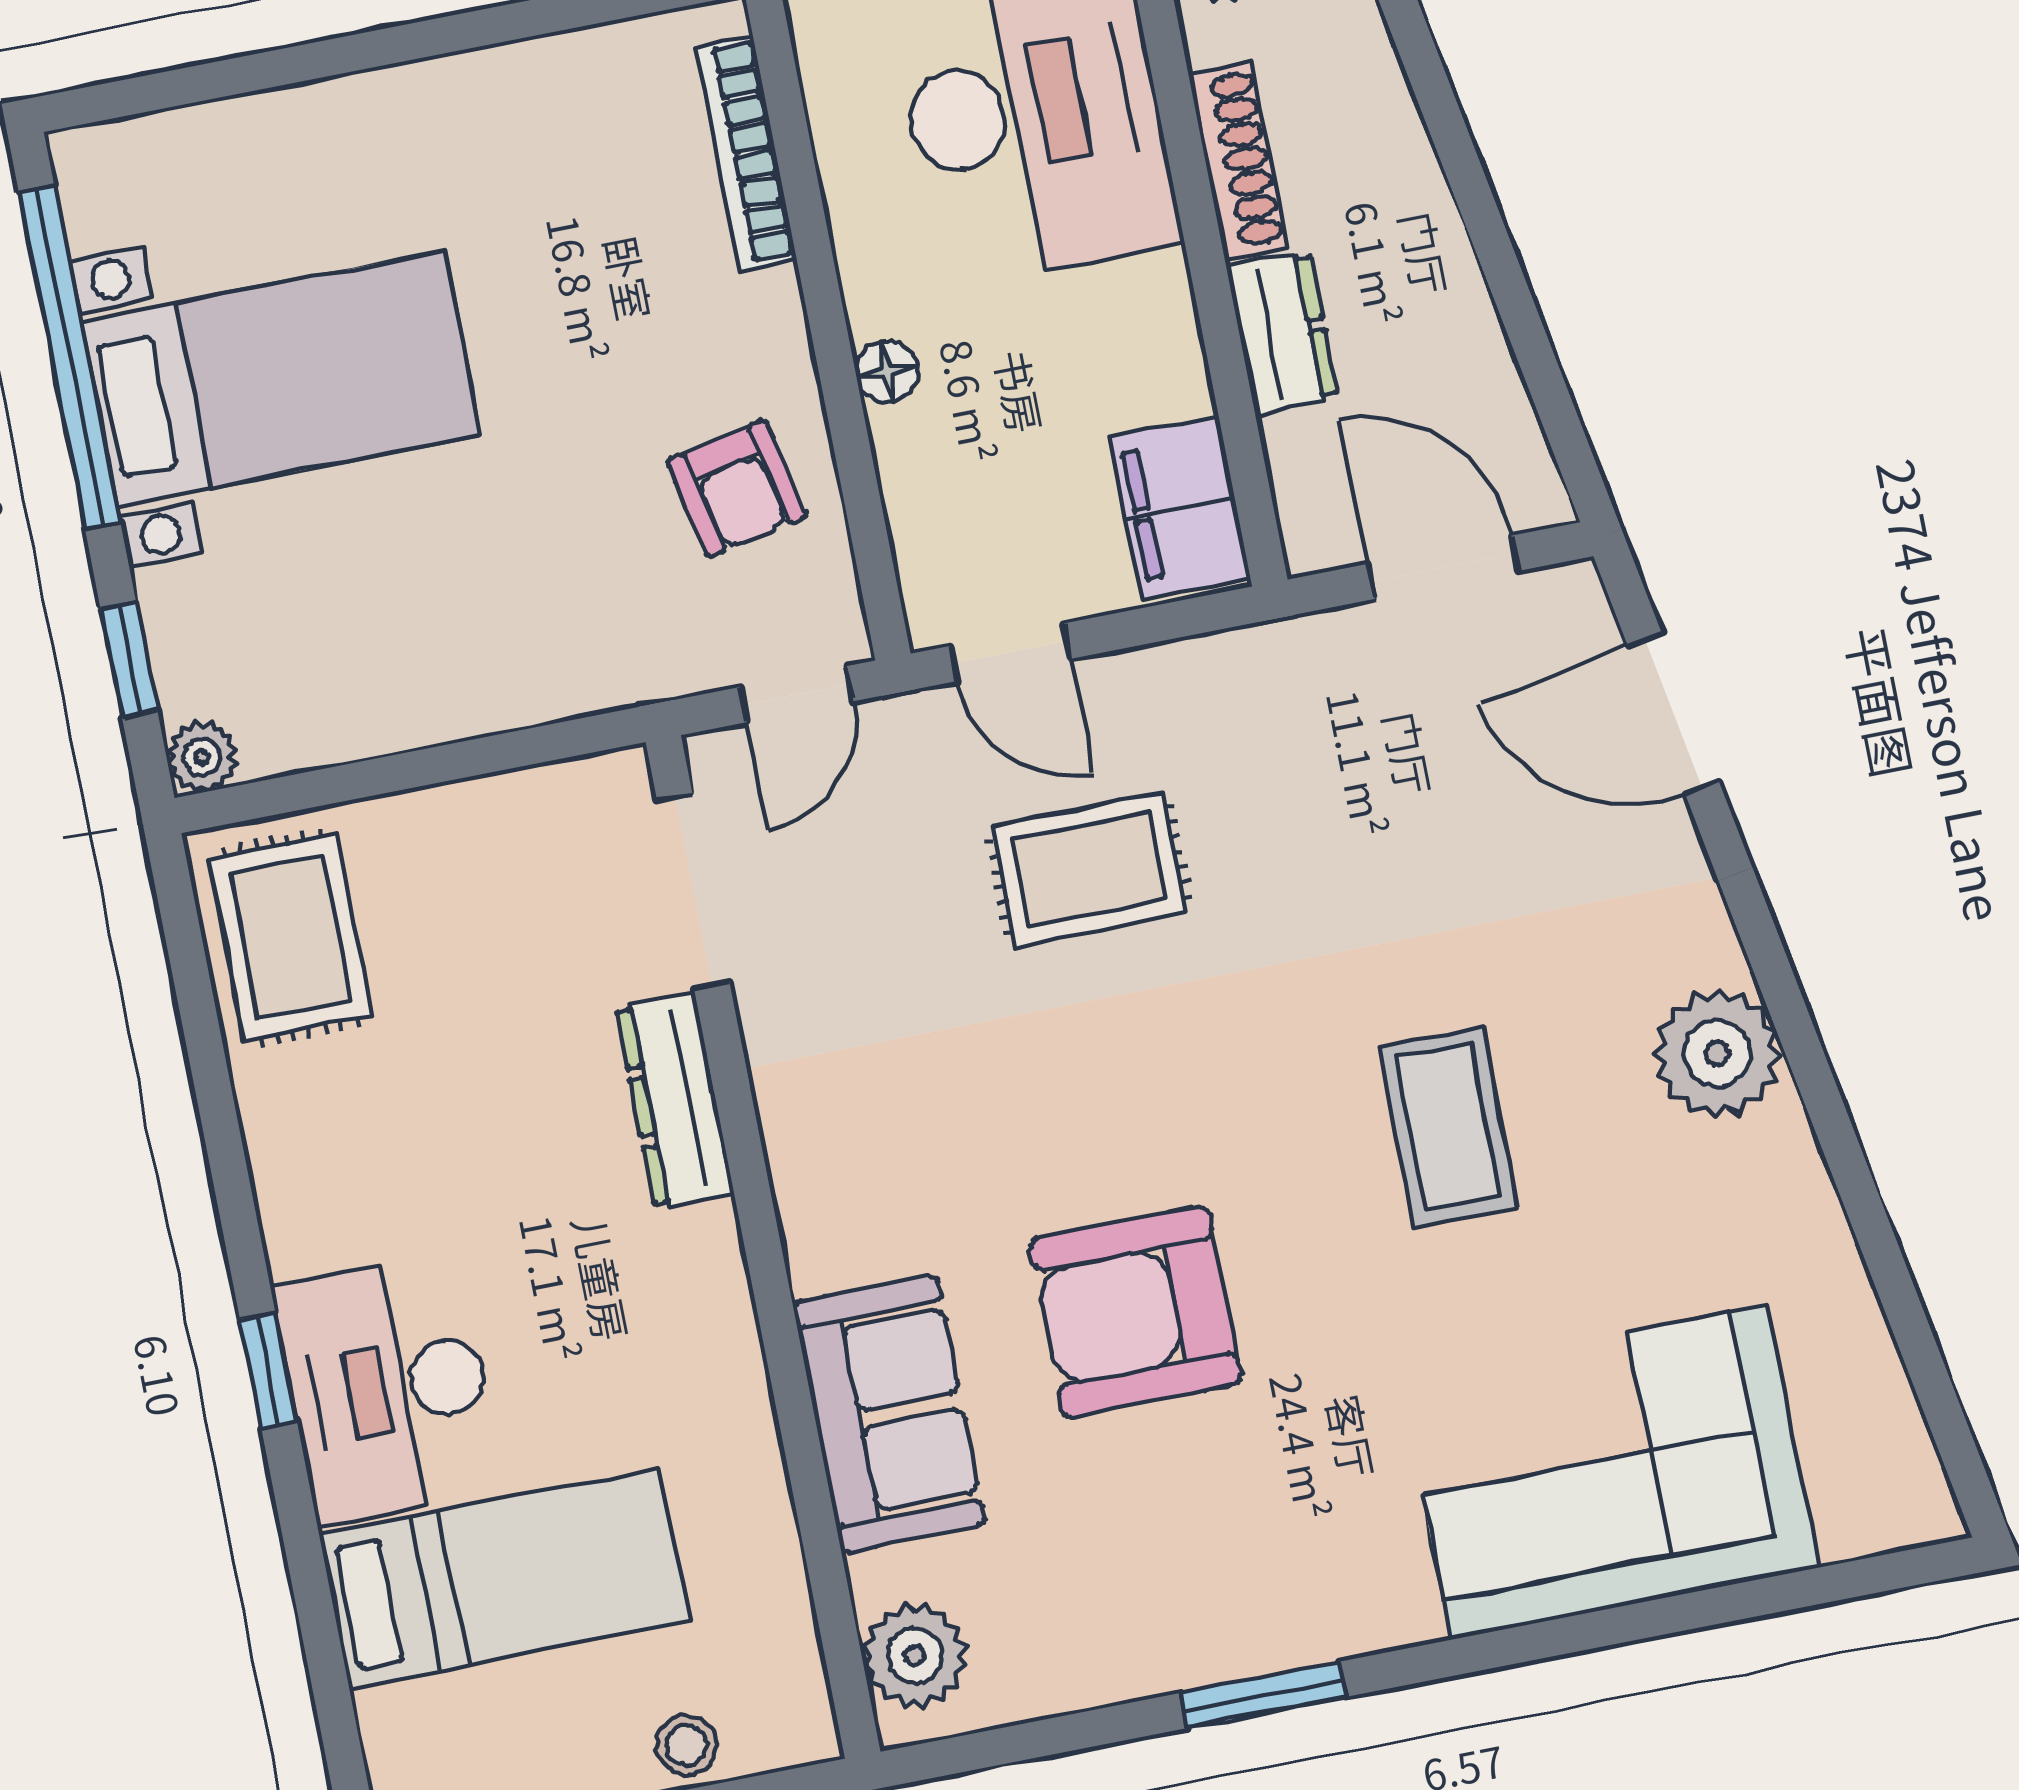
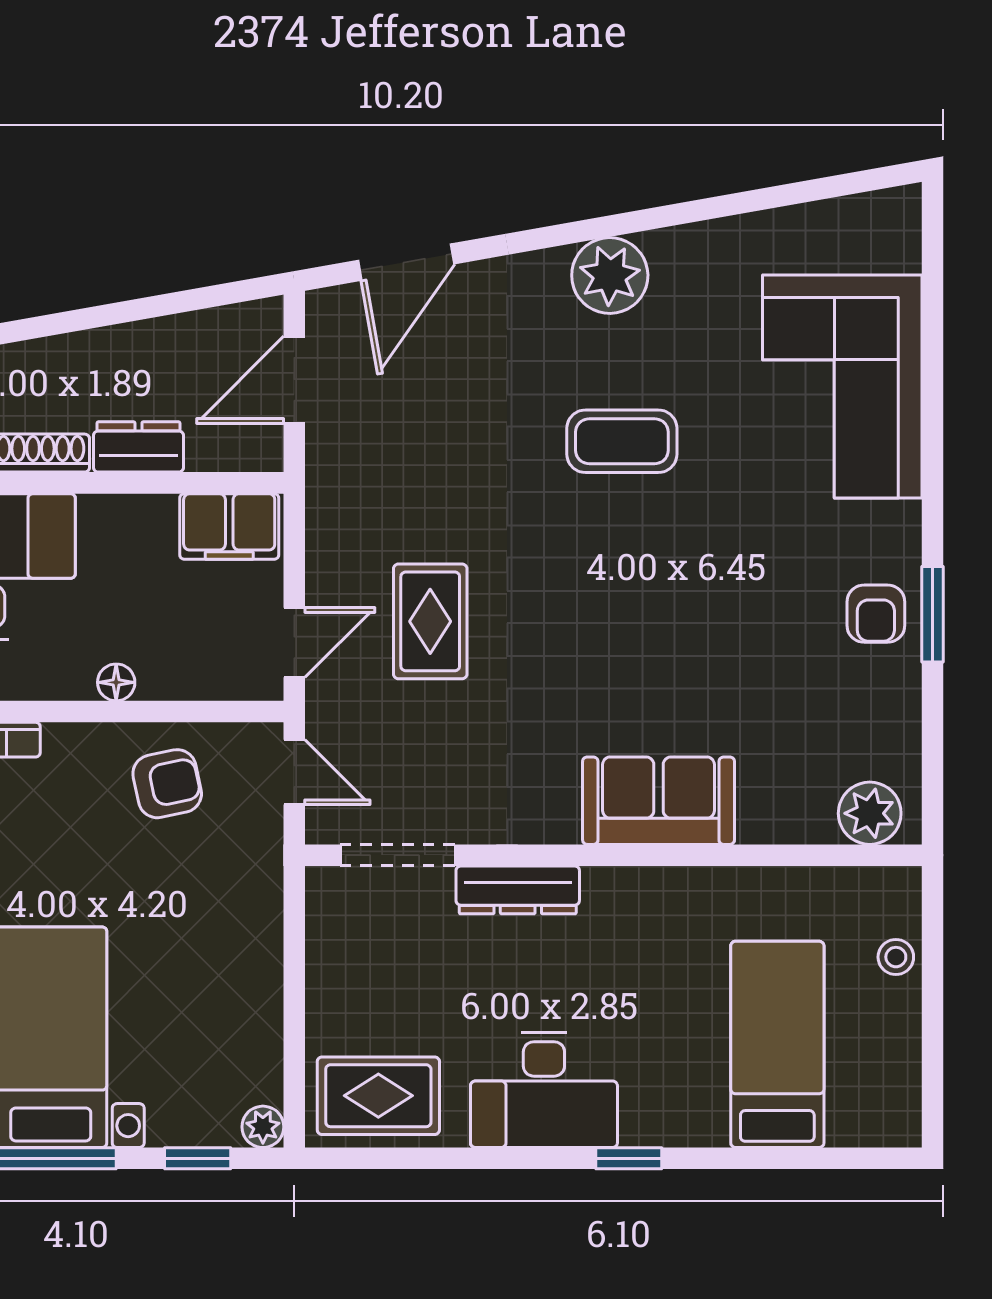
armchair: (1135, 1312) -> (876, 614), moved, width x0.53, depth x0.53
desk: (389, 1389) -> (544, 1090), moved
sofa: (889, 1414) -> (659, 801), moved

